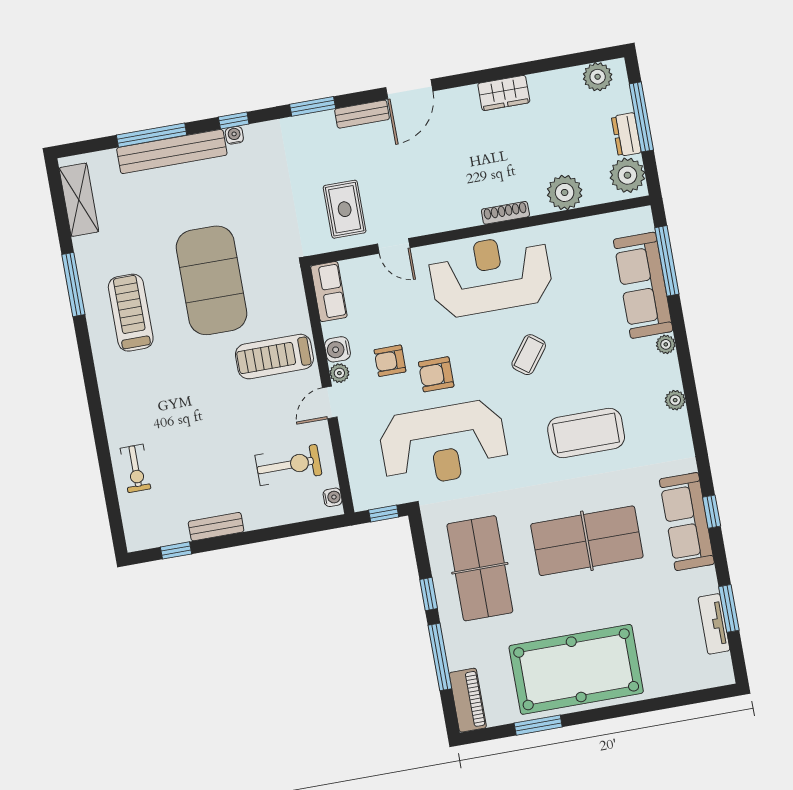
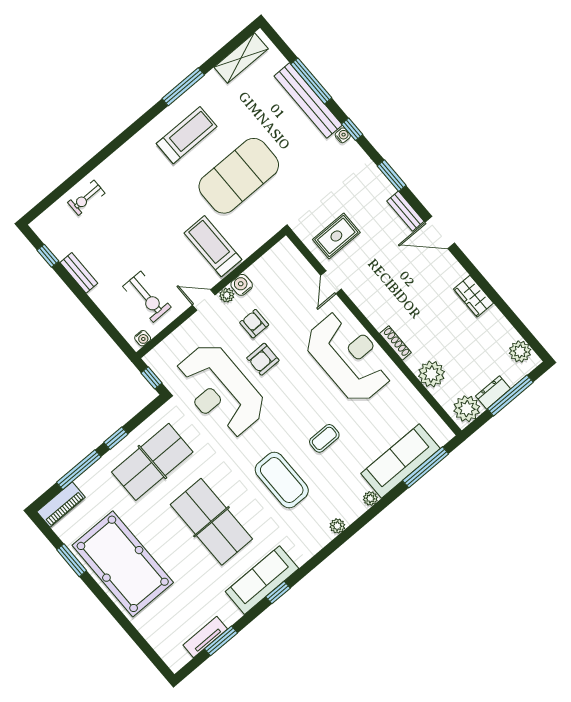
row of seats: (329, 292) -> (276, 257), removed
coffee table: (529, 355) -> (324, 438), moved, turned -37
armchair: (436, 374) -> (263, 359), turned -90

